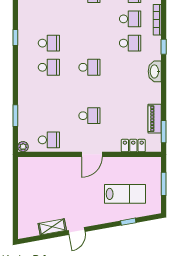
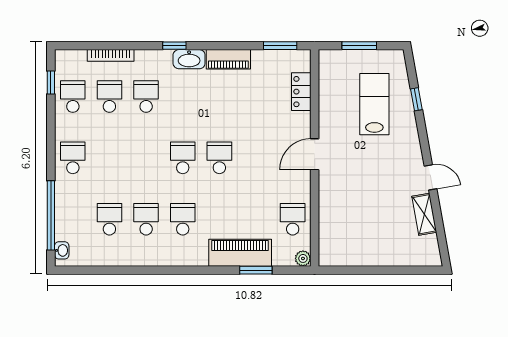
school desk: (49, 19) -> (109, 219), added
window: (15, 37) -> (138, 270), removed
window: (164, 47) -> (174, 46), moved
piano: (27, 105) -> (240, 253), added
school desk: (89, 116) -> (219, 158), moved
piano: (155, 119) -> (228, 59), moved
door: (92, 154) -> (315, 154), swing flipped

